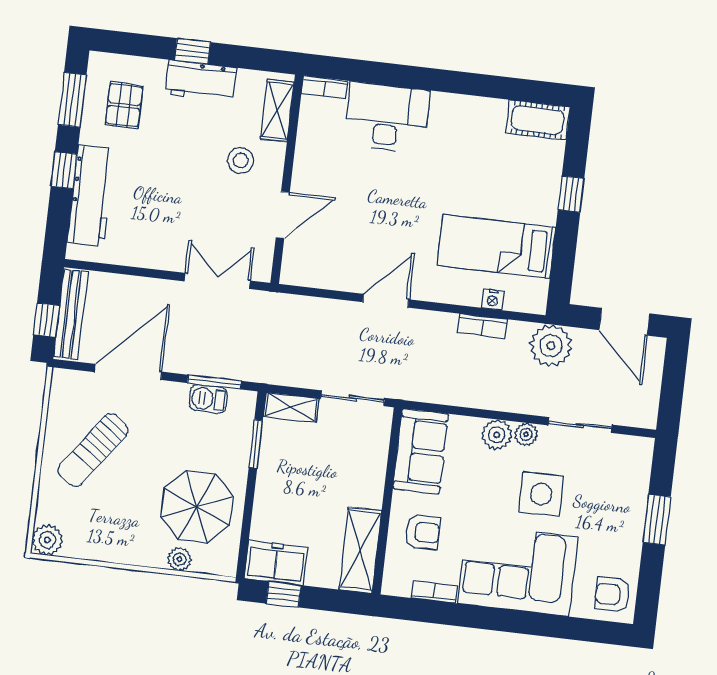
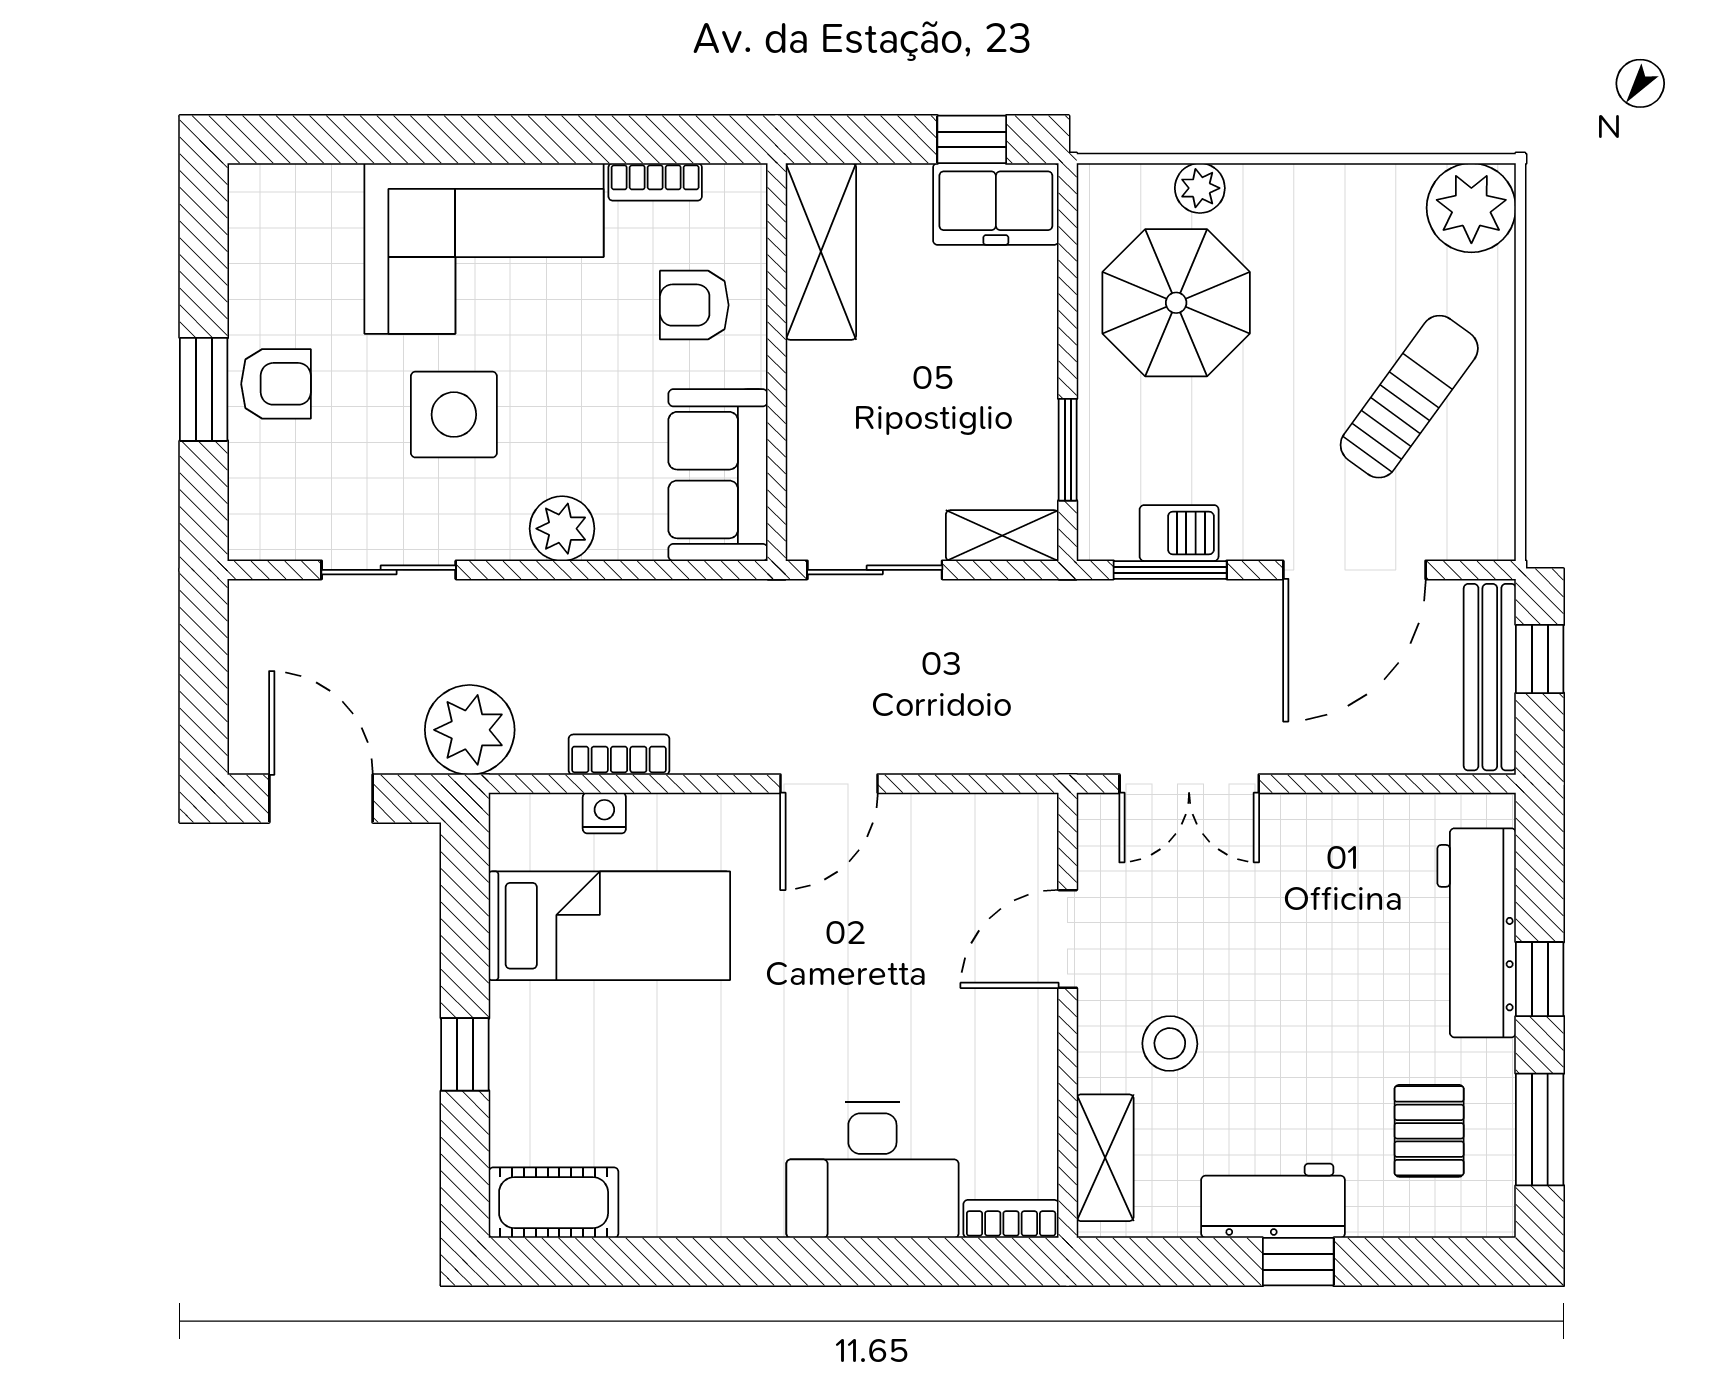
plant: (526, 434) -> (500, 537), removed
plant: (47, 540) -> (1471, 208), width x1.36, depth x1.36
armchair: (613, 595) -> (276, 384), moved

